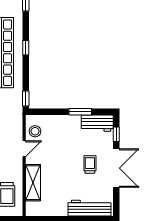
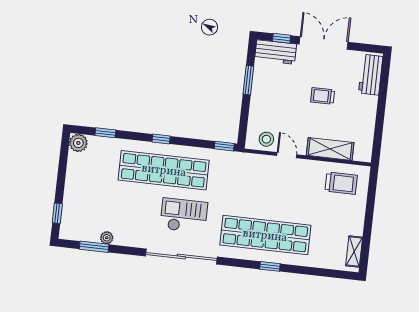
workbench: (97, 123) -> (276, 52), moved, turned 90
trolley: (90, 164) -> (323, 96), moved
workbench: (90, 208) -> (371, 75), width x0.73

